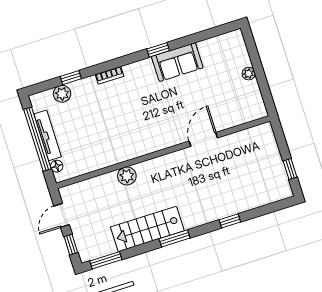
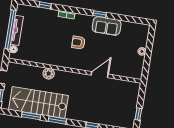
plant: (62, 94) -> (36, 12), removed
armchair: (148, 108) -> (78, 43), added
stairs: (147, 229) -> (38, 103), width x1.36, depth x1.51
window: (106, 260) -> (31, 116), moved

